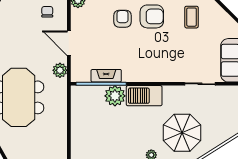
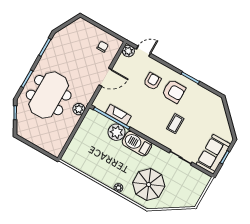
coffee table: (192, 17) -> (175, 124), moved
door: (69, 43) -> (105, 77), swing flipped
plant: (60, 70) -> (79, 109), moved

